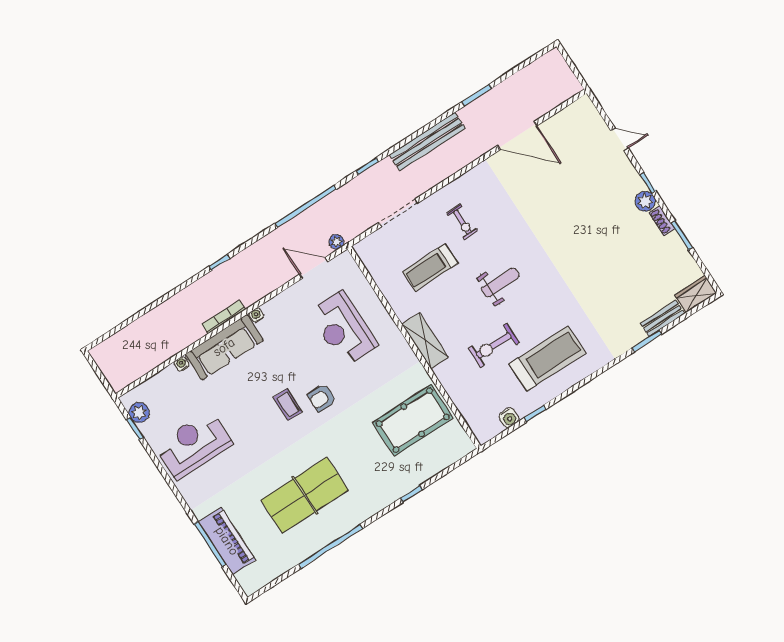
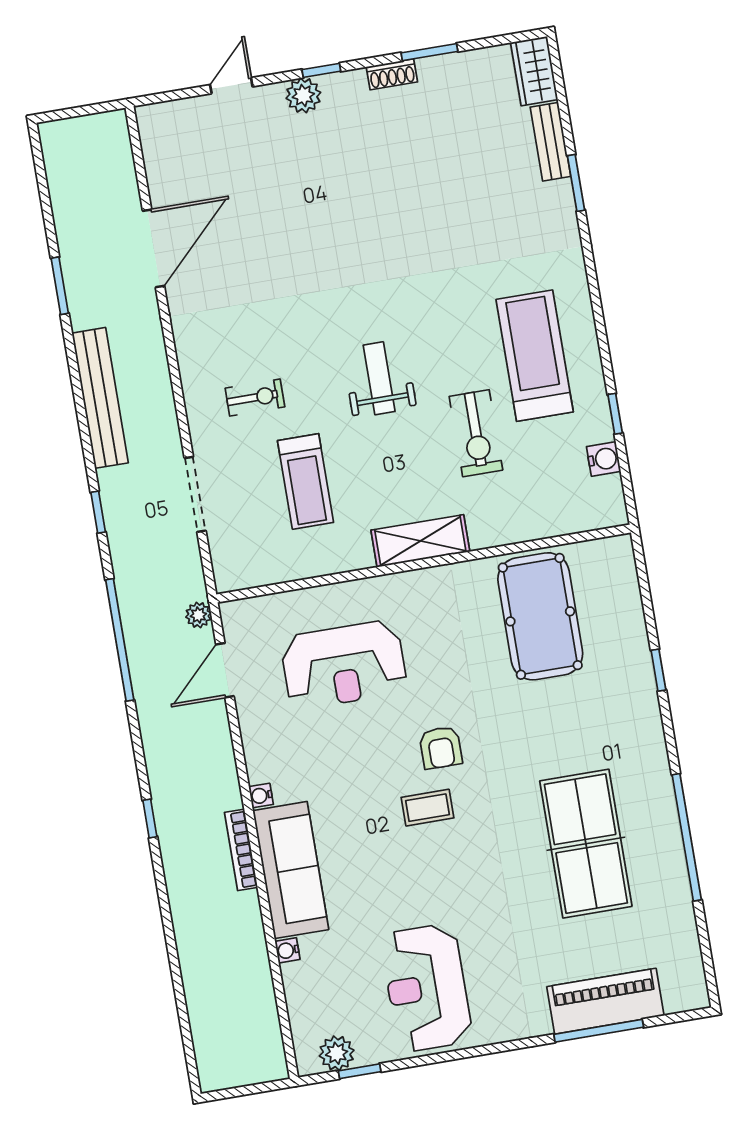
plant: (645, 201) -> (303, 95), moved

